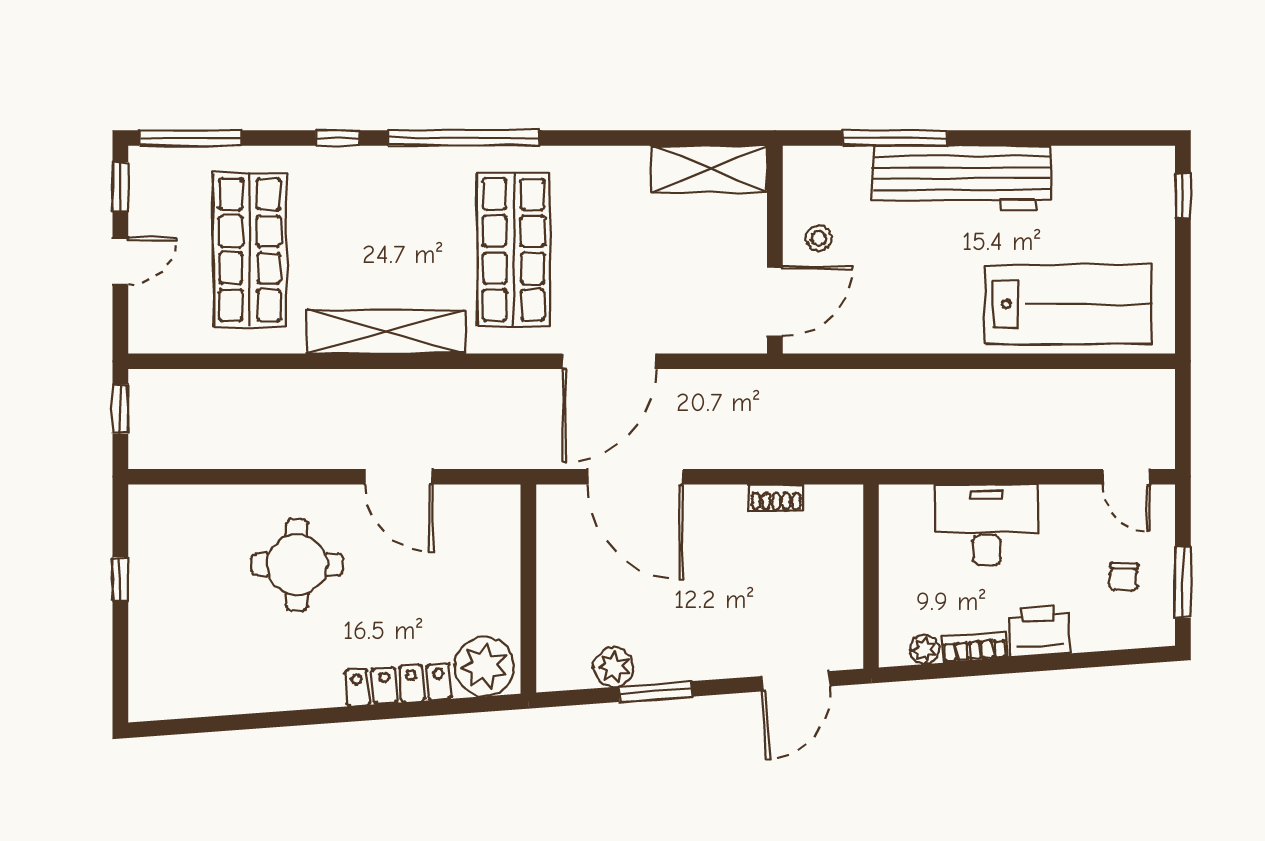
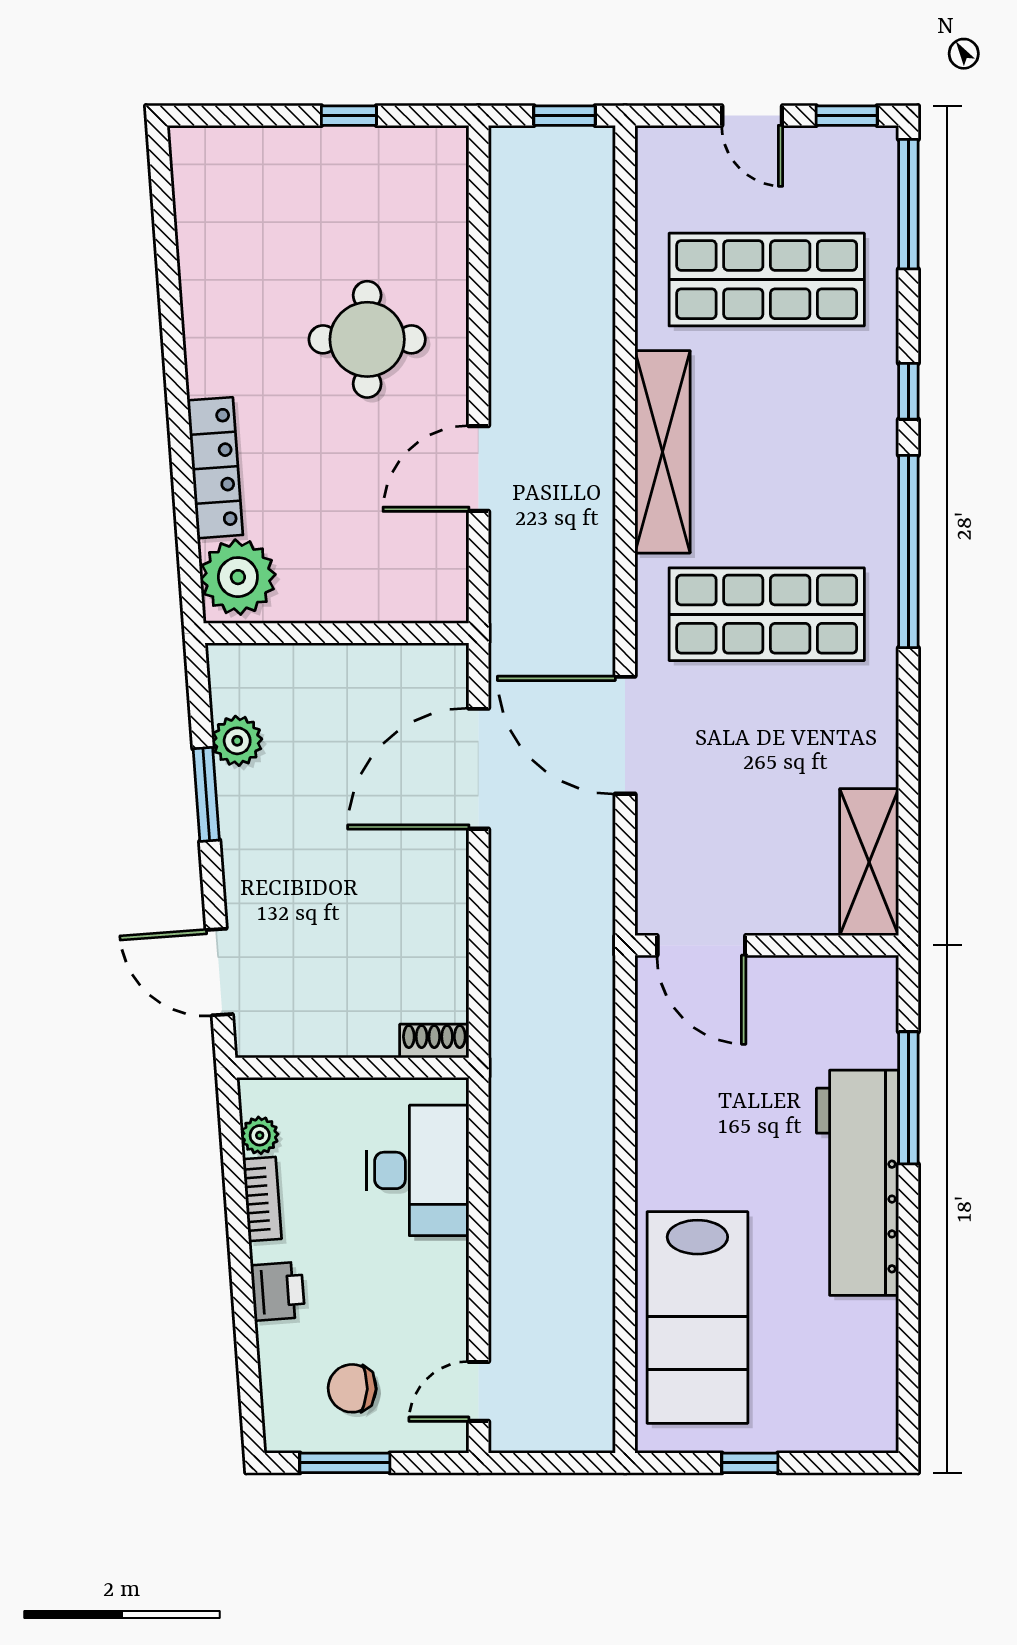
window: (1183, 195) -> (750, 1463), moved
stool: (819, 238) -> (781, 1001), removed
shoe rack: (776, 498) -> (434, 1041), moved, turned 90
desk: (987, 525) -> (418, 1170), moved
chair: (1124, 577) -> (352, 1388), width x1.37, depth x1.37
printer: (1039, 631) -> (278, 1291), width x0.73, depth x0.81

